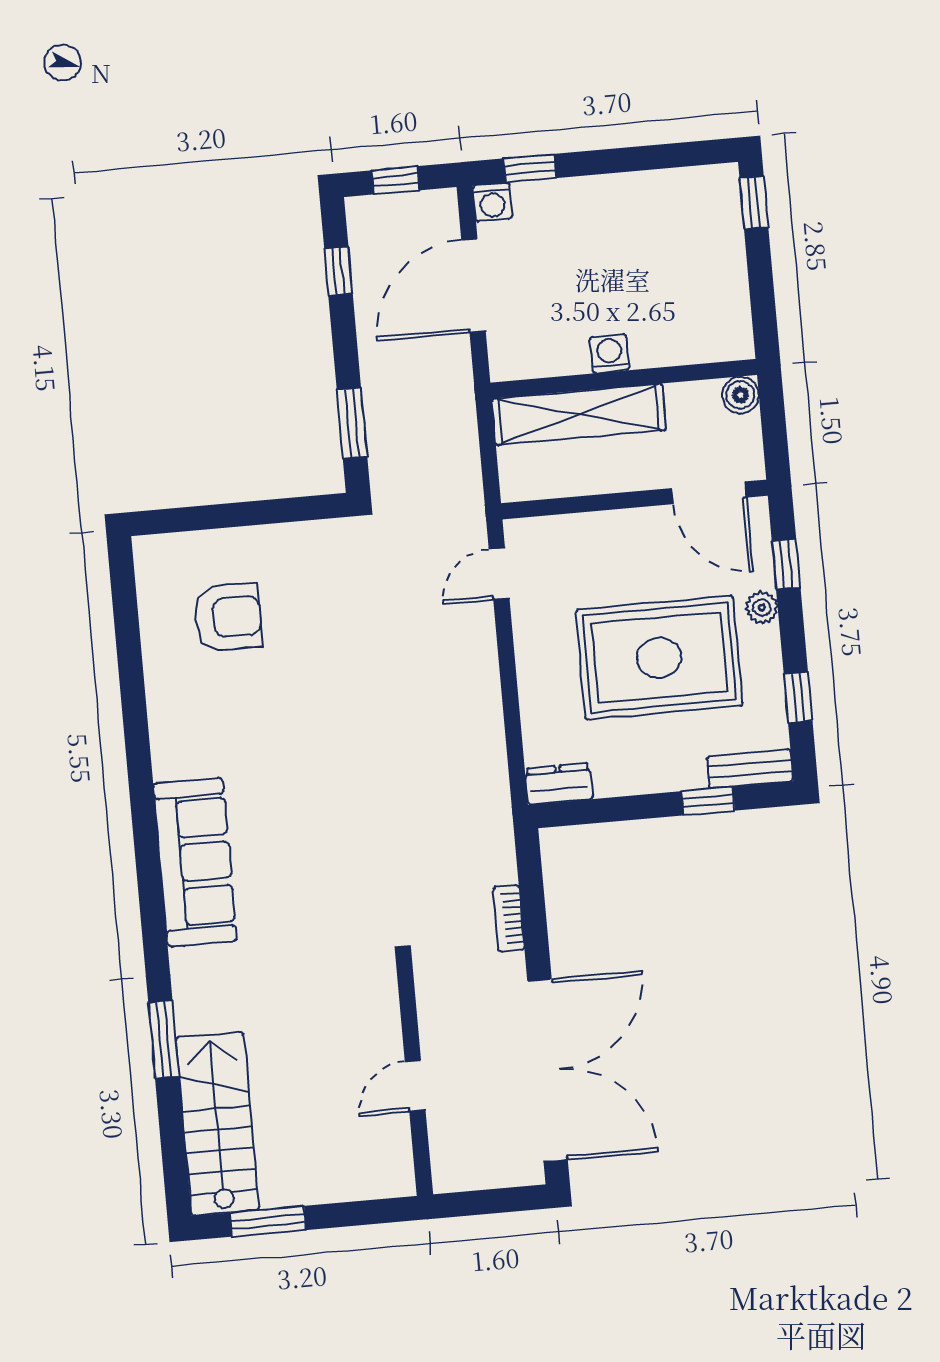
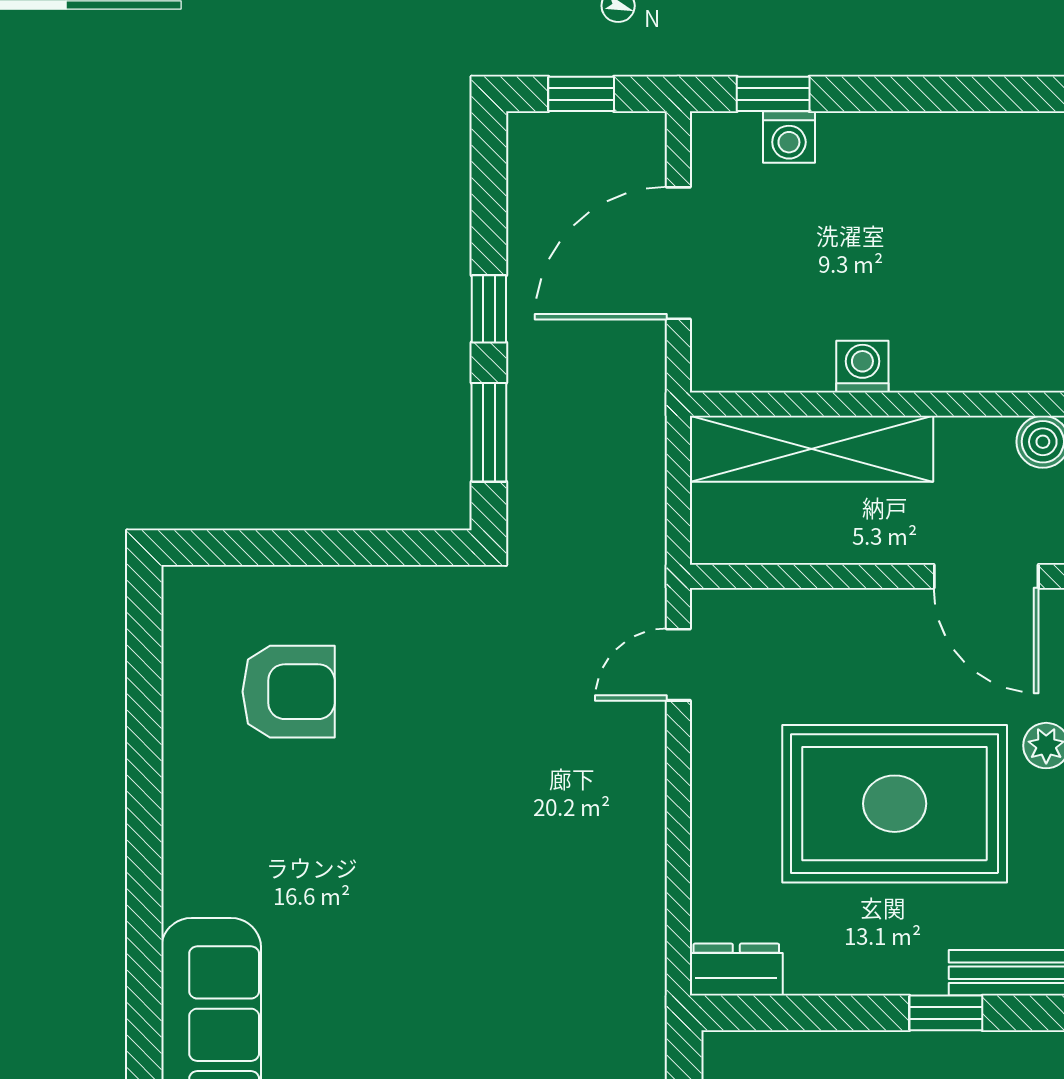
washing machine: (492, 202) -> (789, 137), moved
window: (338, 271) -> (489, 309), moved

